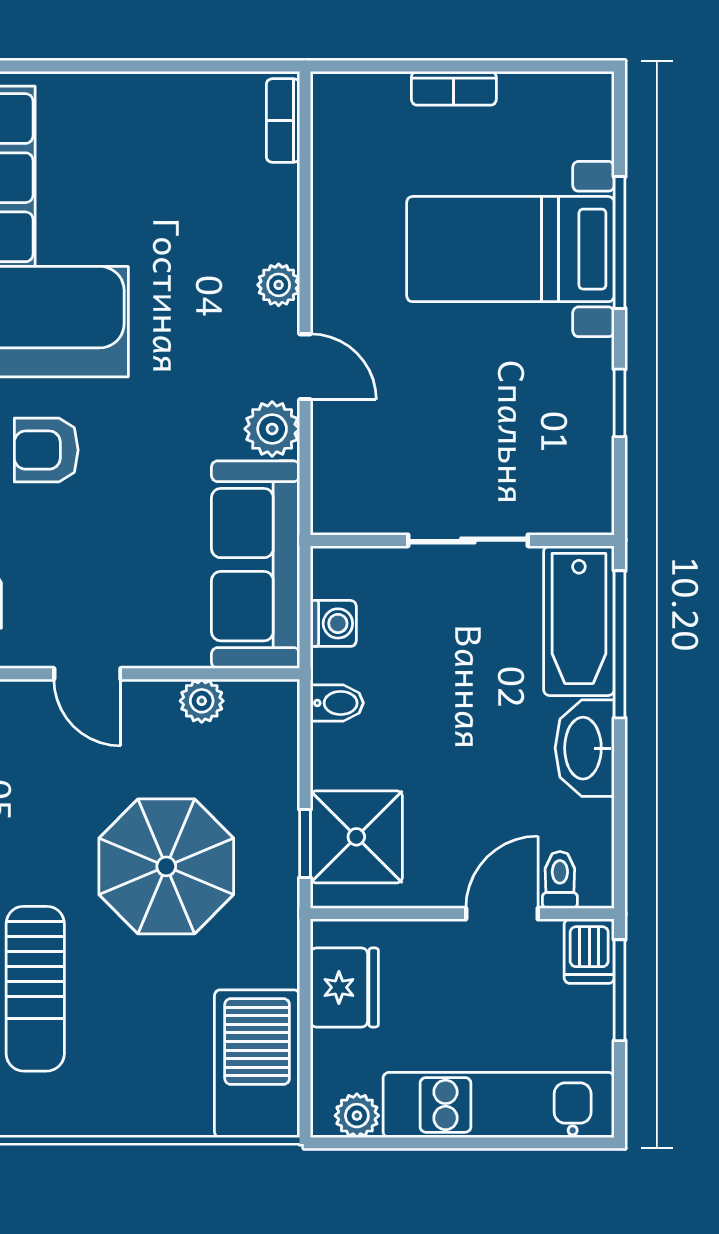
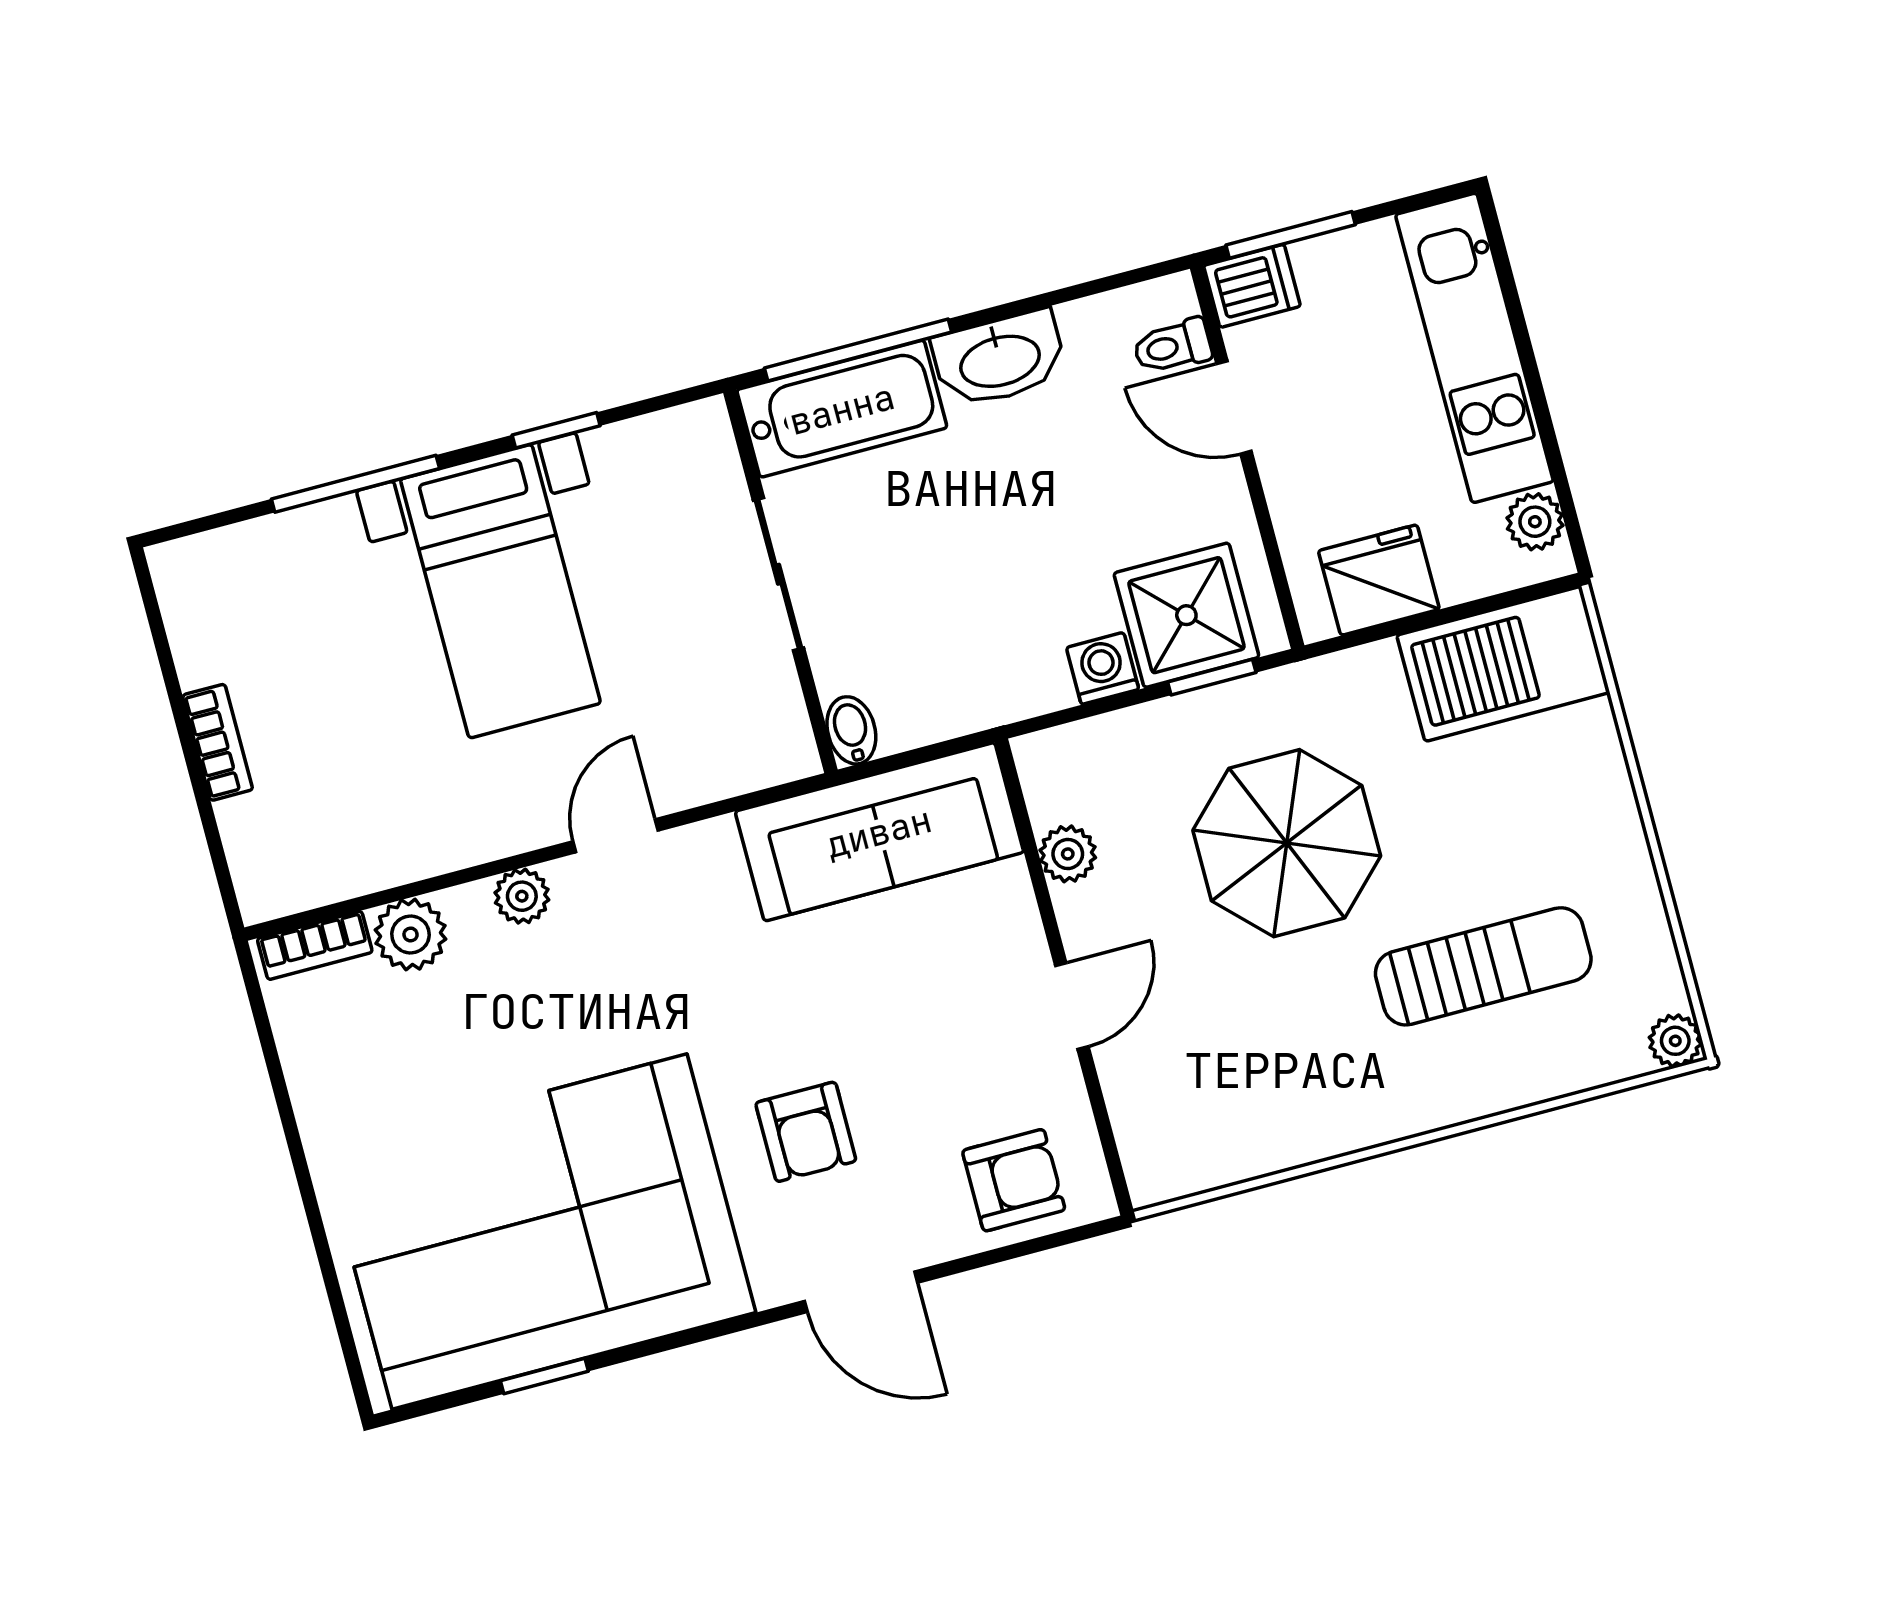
bed with nightstands: (510, 249) -> (500, 591), moved
plant: (272, 429) -> (411, 934), moved
washing machine: (333, 623) -> (1103, 668), moved
bidet: (337, 703) -> (851, 730), moved

